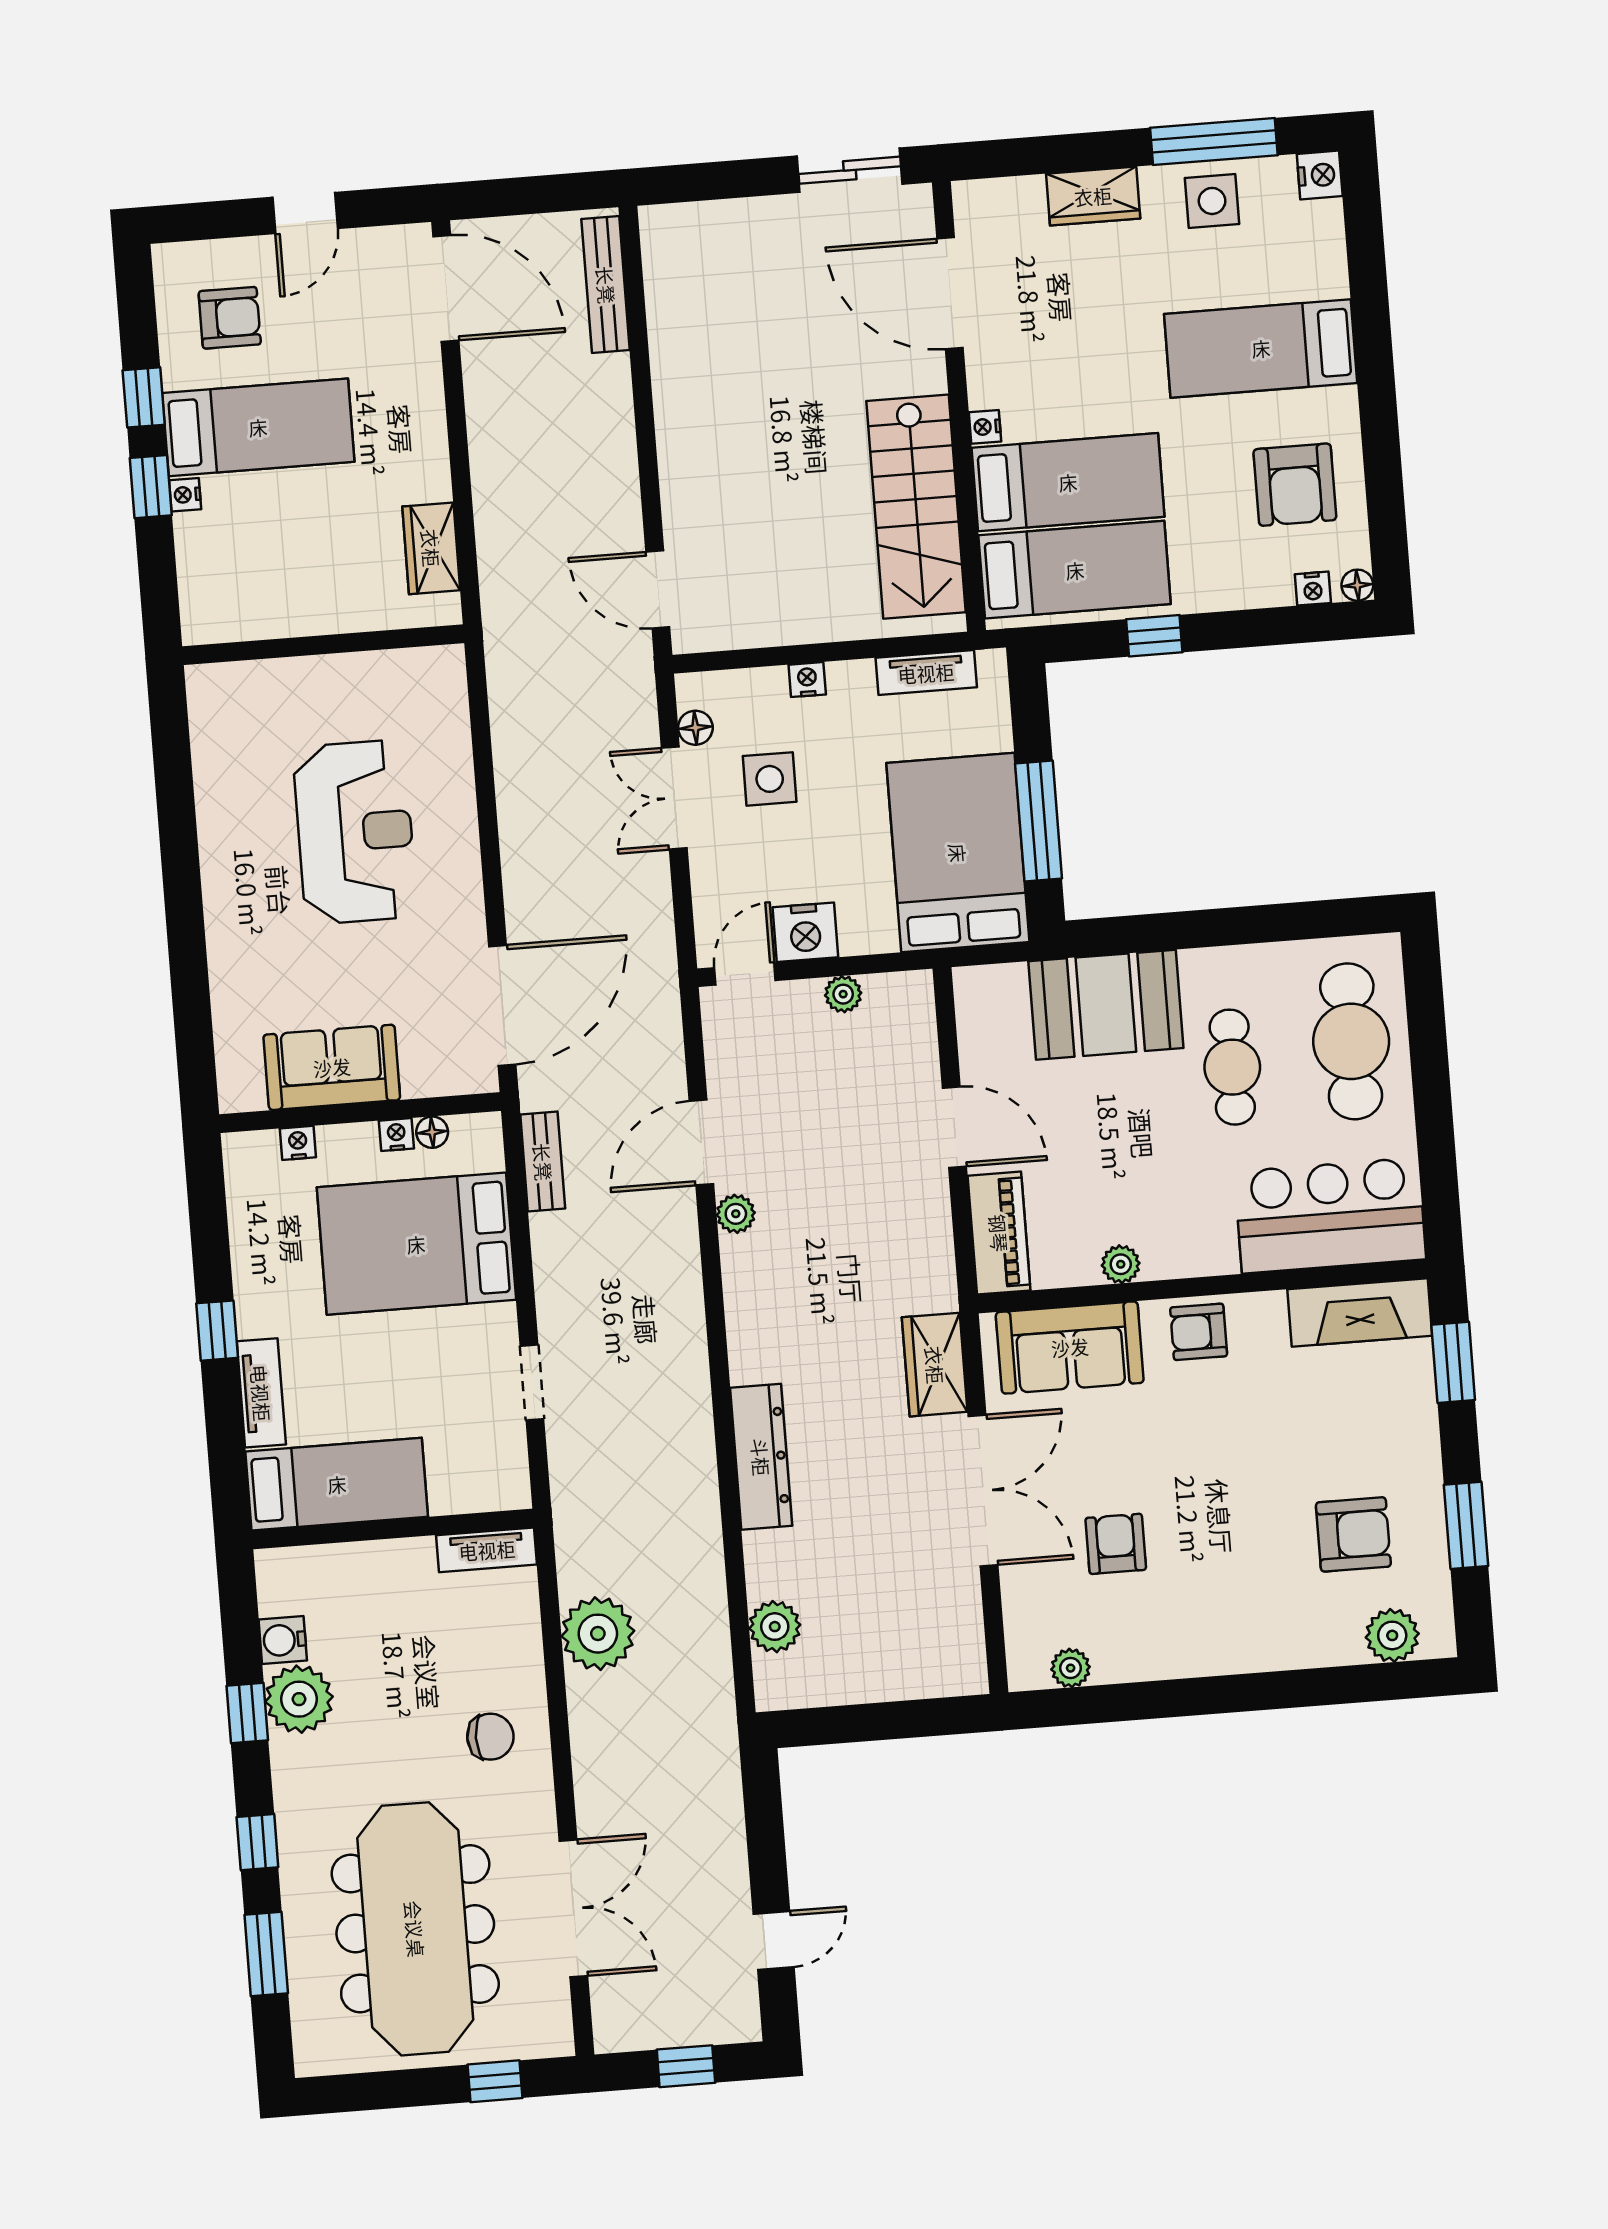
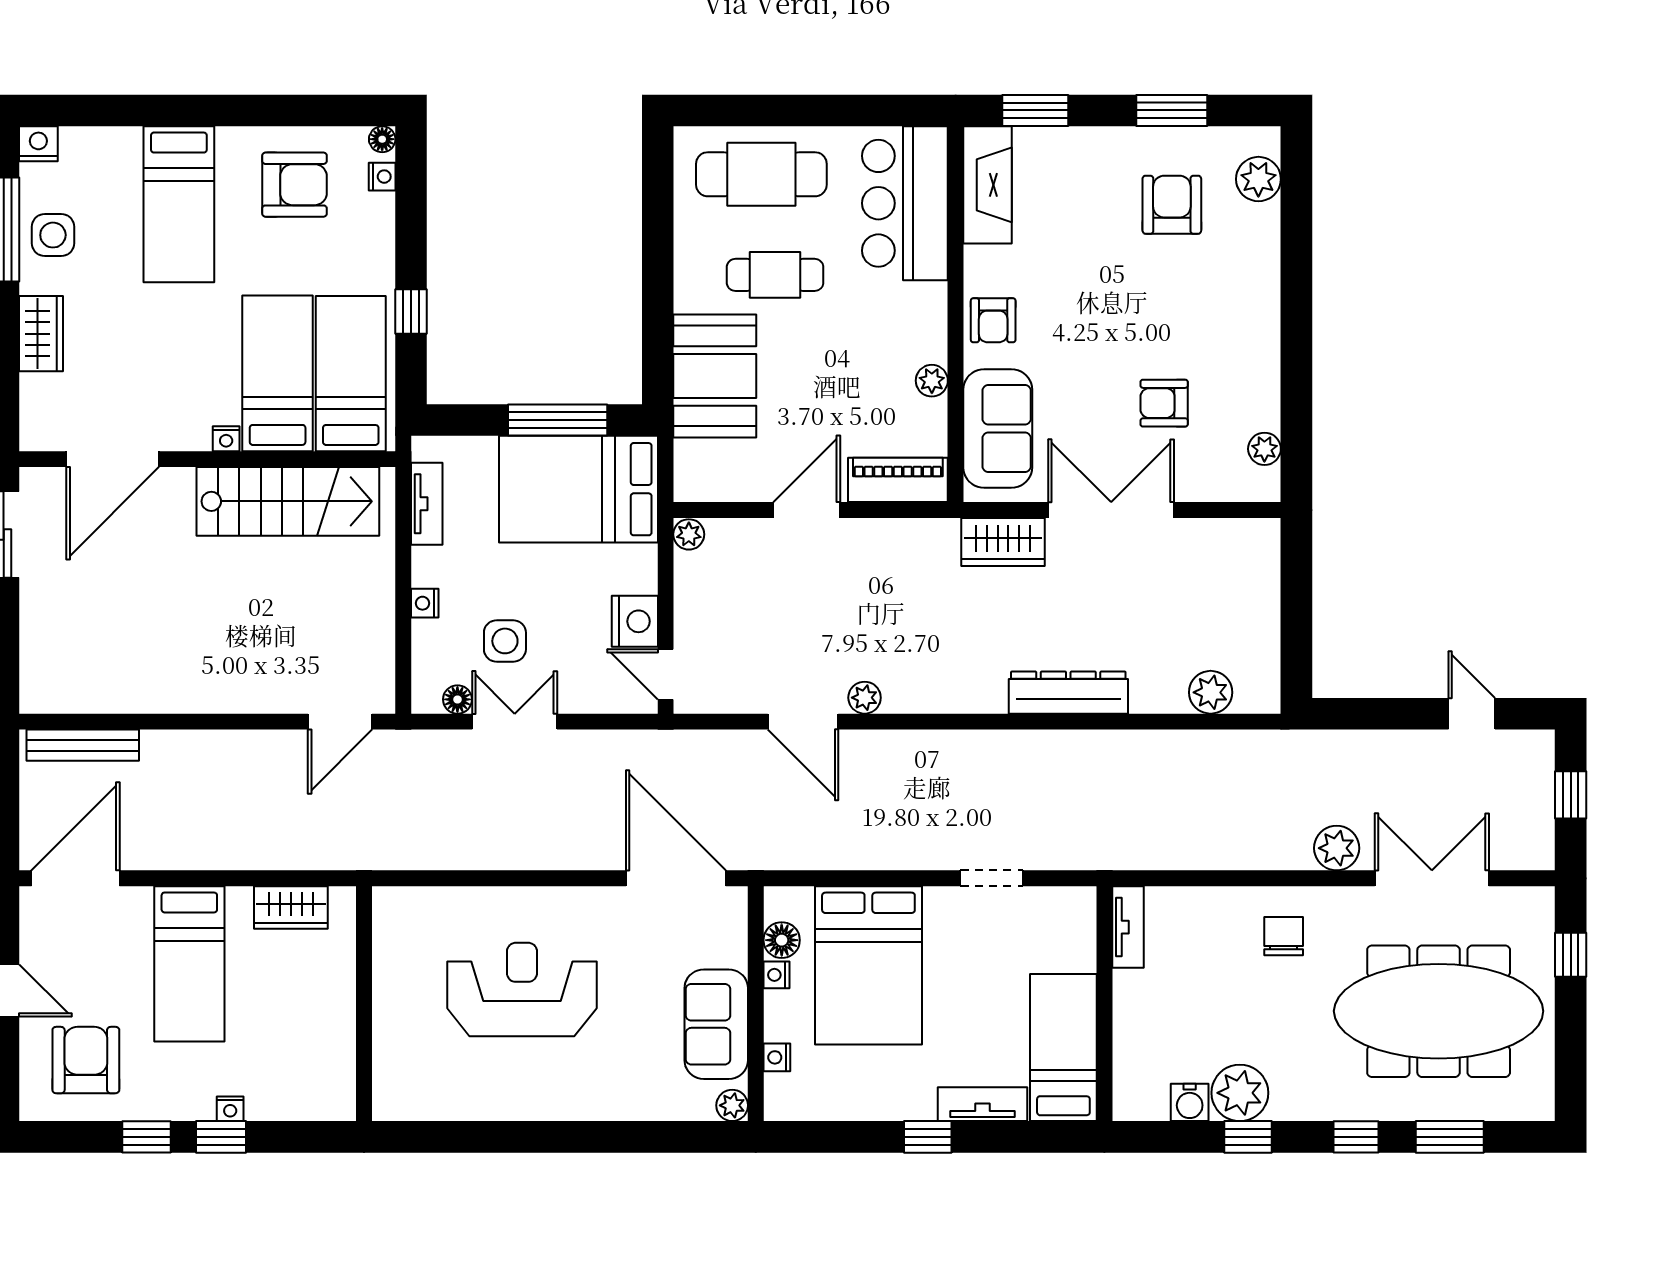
armchair: (230, 318) -> (86, 1060), width x1.38, depth x1.38
bed: (258, 427) -> (189, 964), moved, turned 180
double door: (674, 798) -> (515, 722), swing flipped
plant: (843, 994) -> (689, 534), moved
plant: (236, 1094) -> (732, 1105), added
floor lamp: (432, 1132) -> (782, 940), width x1.37, depth x1.37
bench: (543, 1162) -> (808, 855), removed
plant: (598, 1634) -> (1337, 848), moved, width x0.73, depth x0.73

